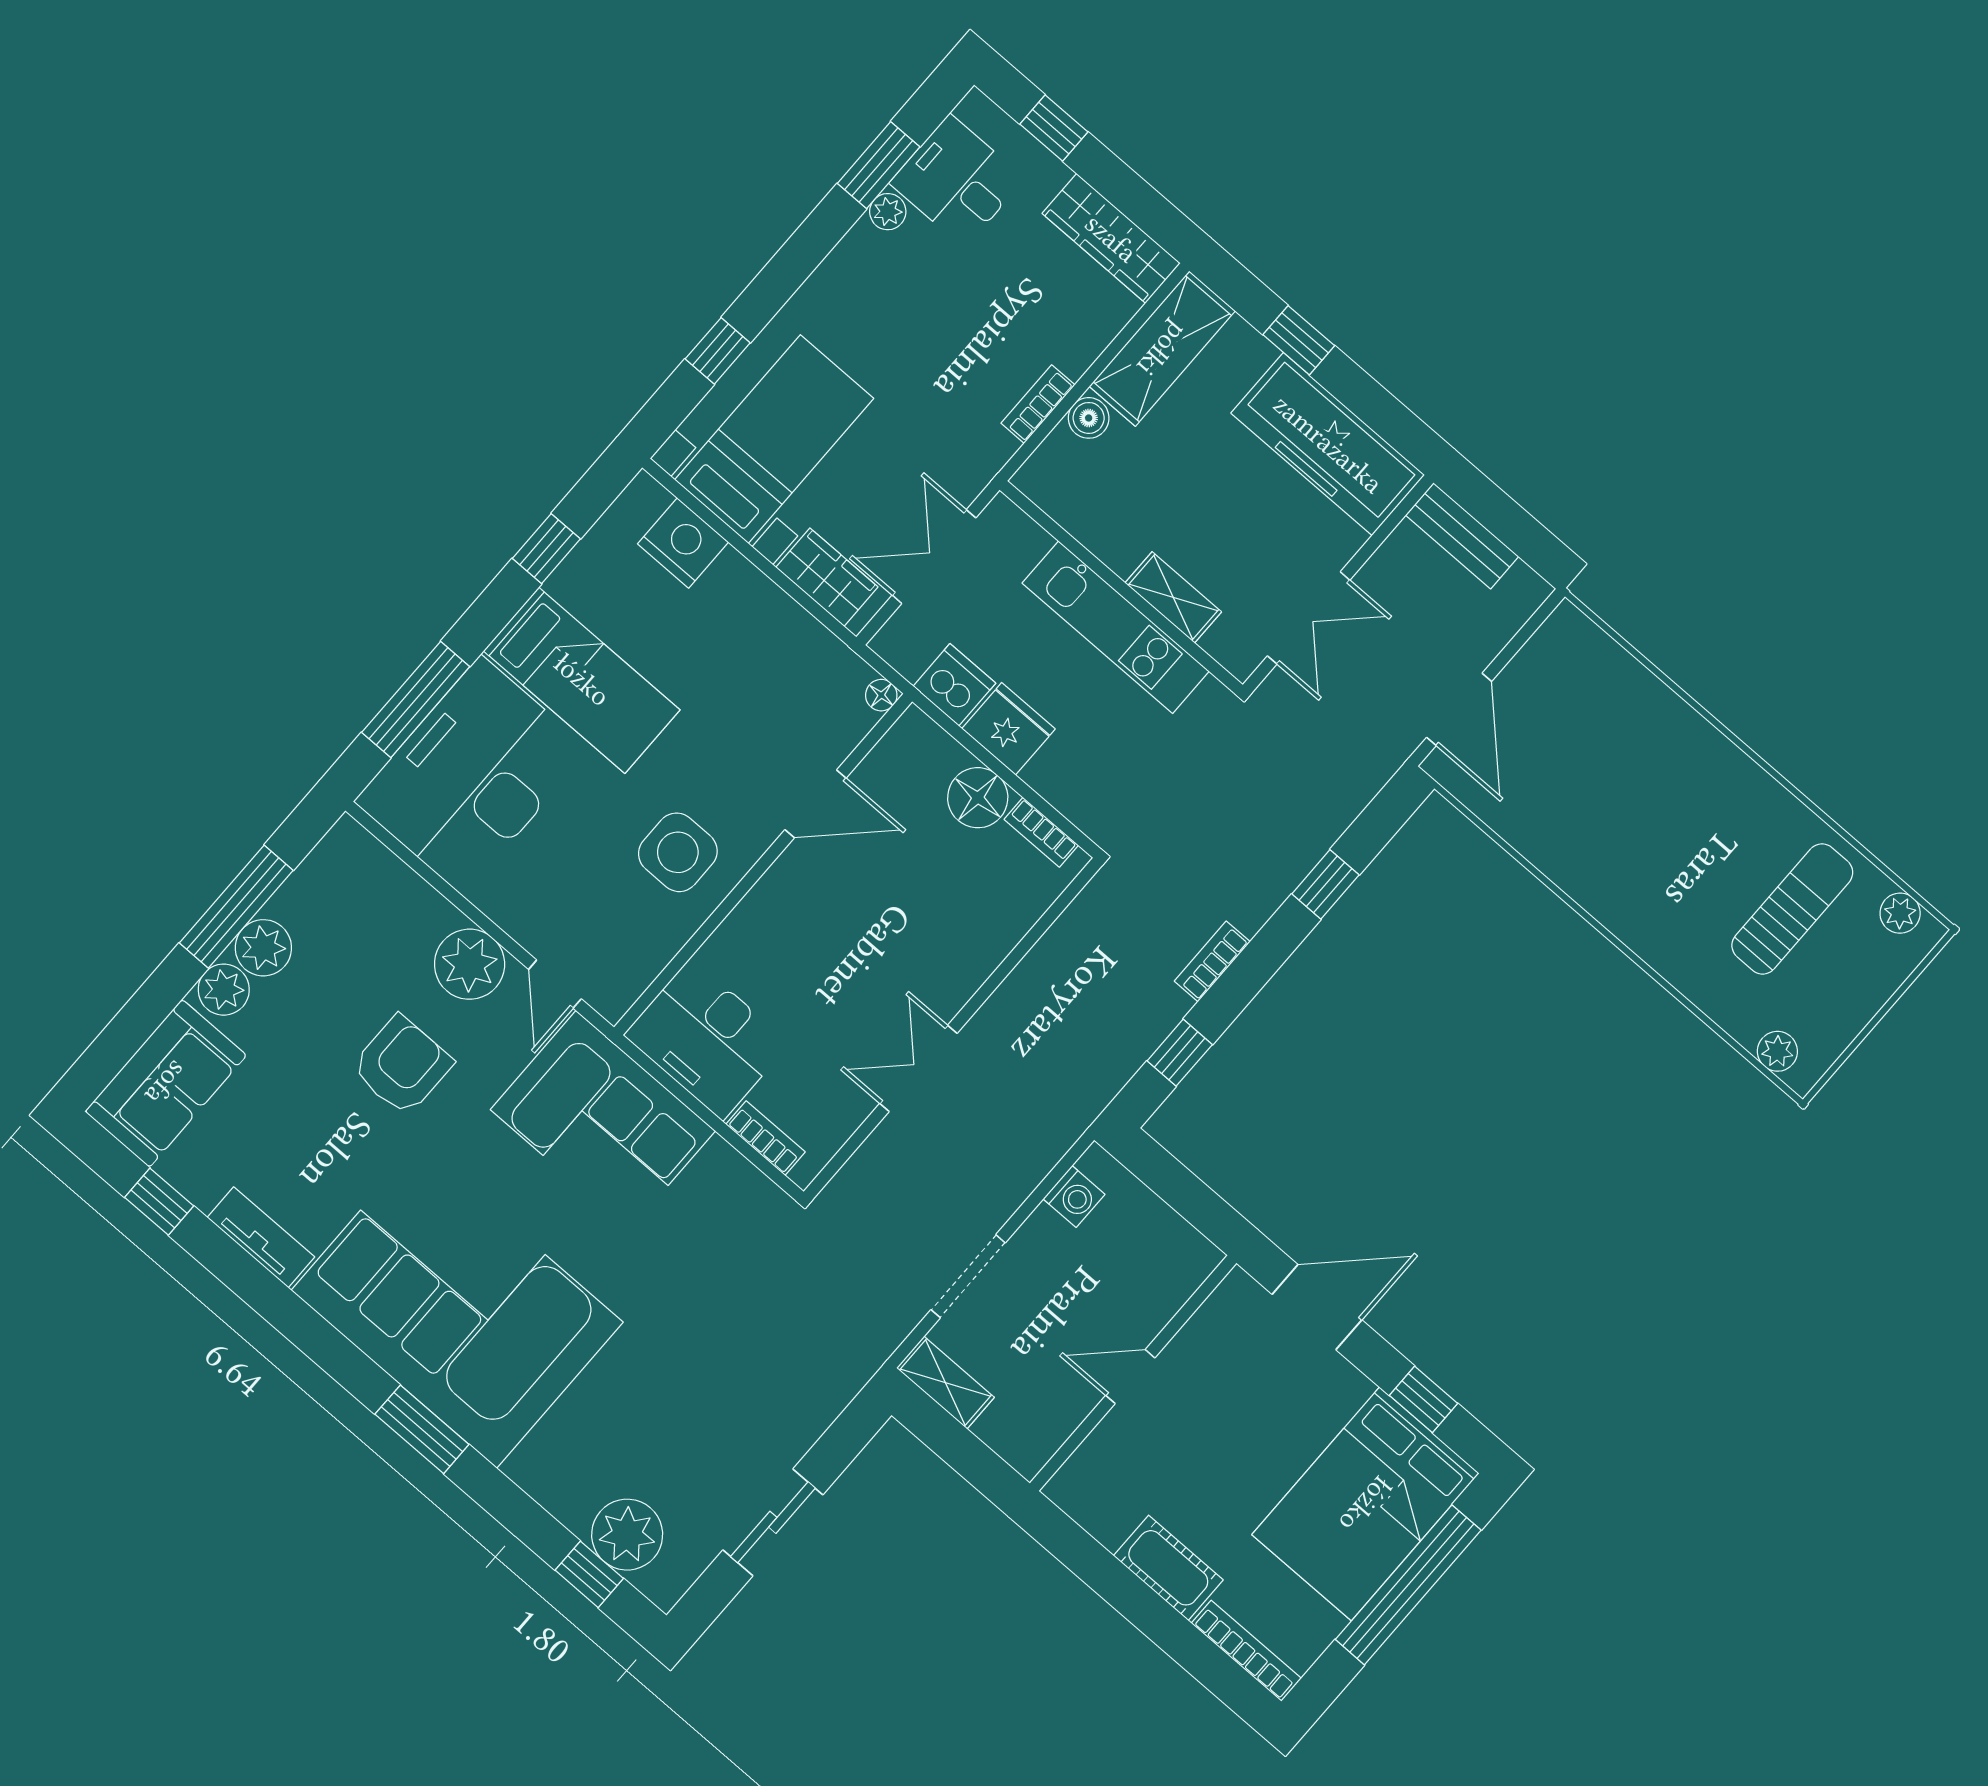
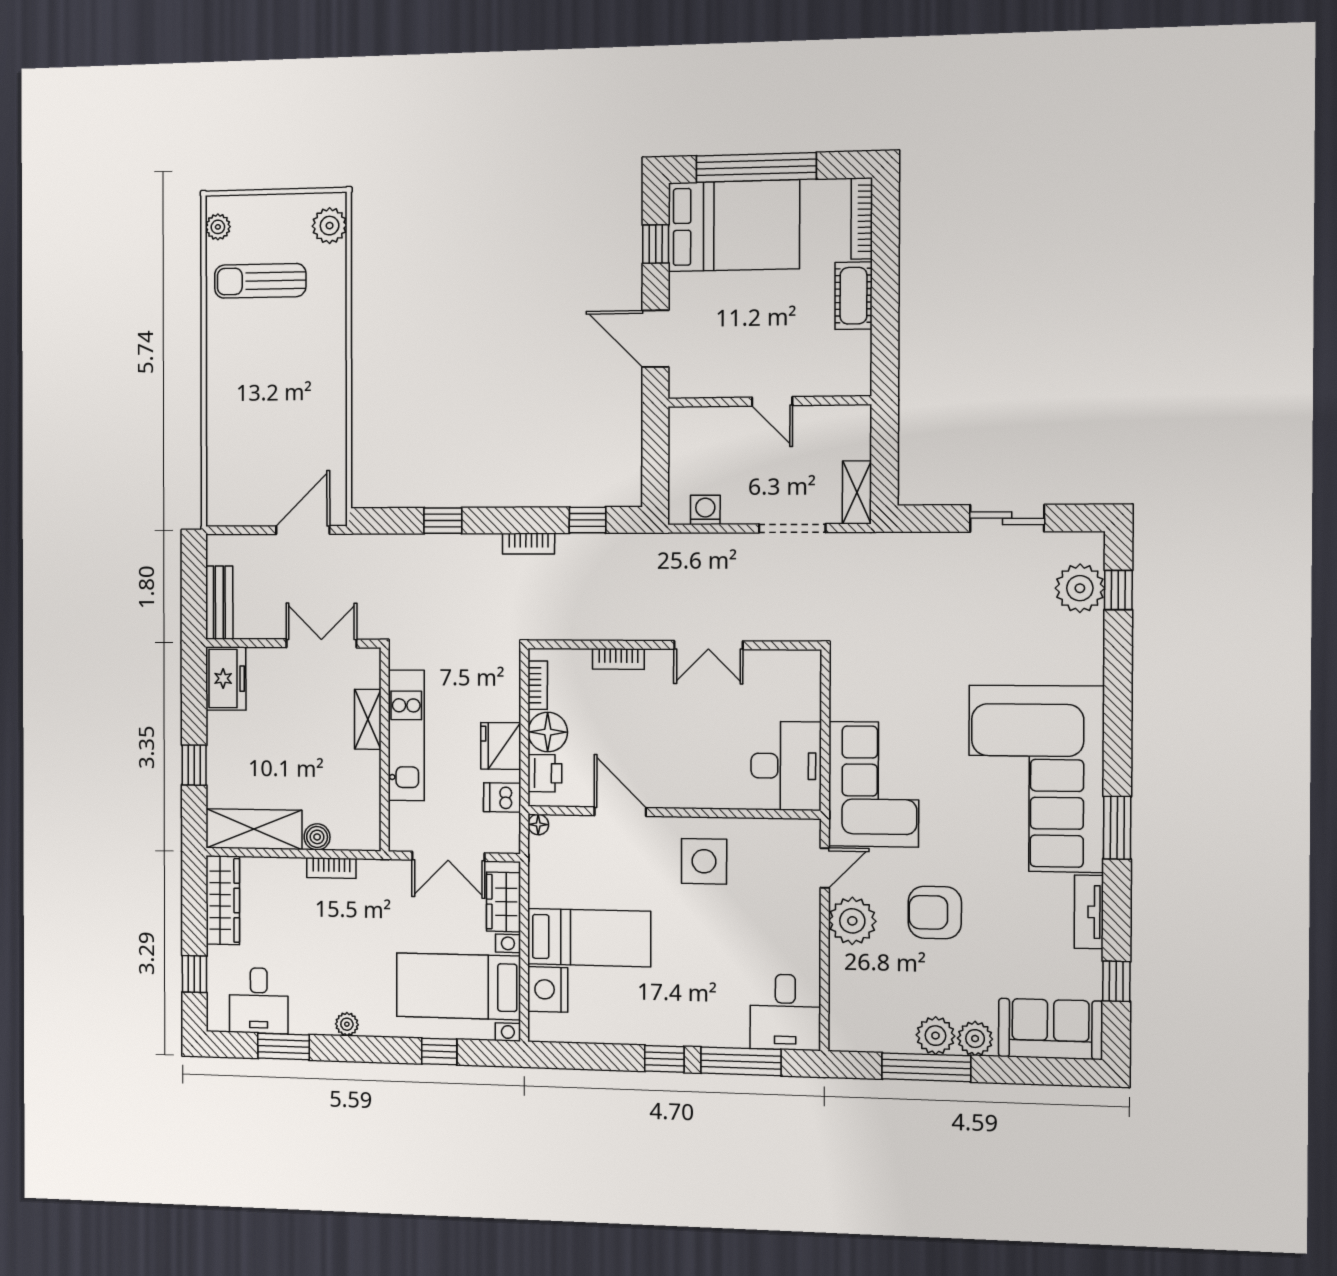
plant: (888, 212) -> (347, 1024), moved
freezer: (1328, 444) -> (226, 678), width x0.52, depth x0.79
window: (546, 549) -> (664, 1059), moved
bed: (582, 680) -> (589, 938), moved, turned 90
dishwasher: (954, 685) -> (502, 798), width x0.73
printer: (934, 754) -> (545, 773), added
desk: (472, 775) -> (785, 1012), width x0.53, depth x0.77
plant: (1777, 1051) -> (330, 226), width x1.38, depth x1.38
bookcase: (765, 1138) -> (618, 659), moved, turned -90
window: (422, 1429) -> (1117, 828), moved

